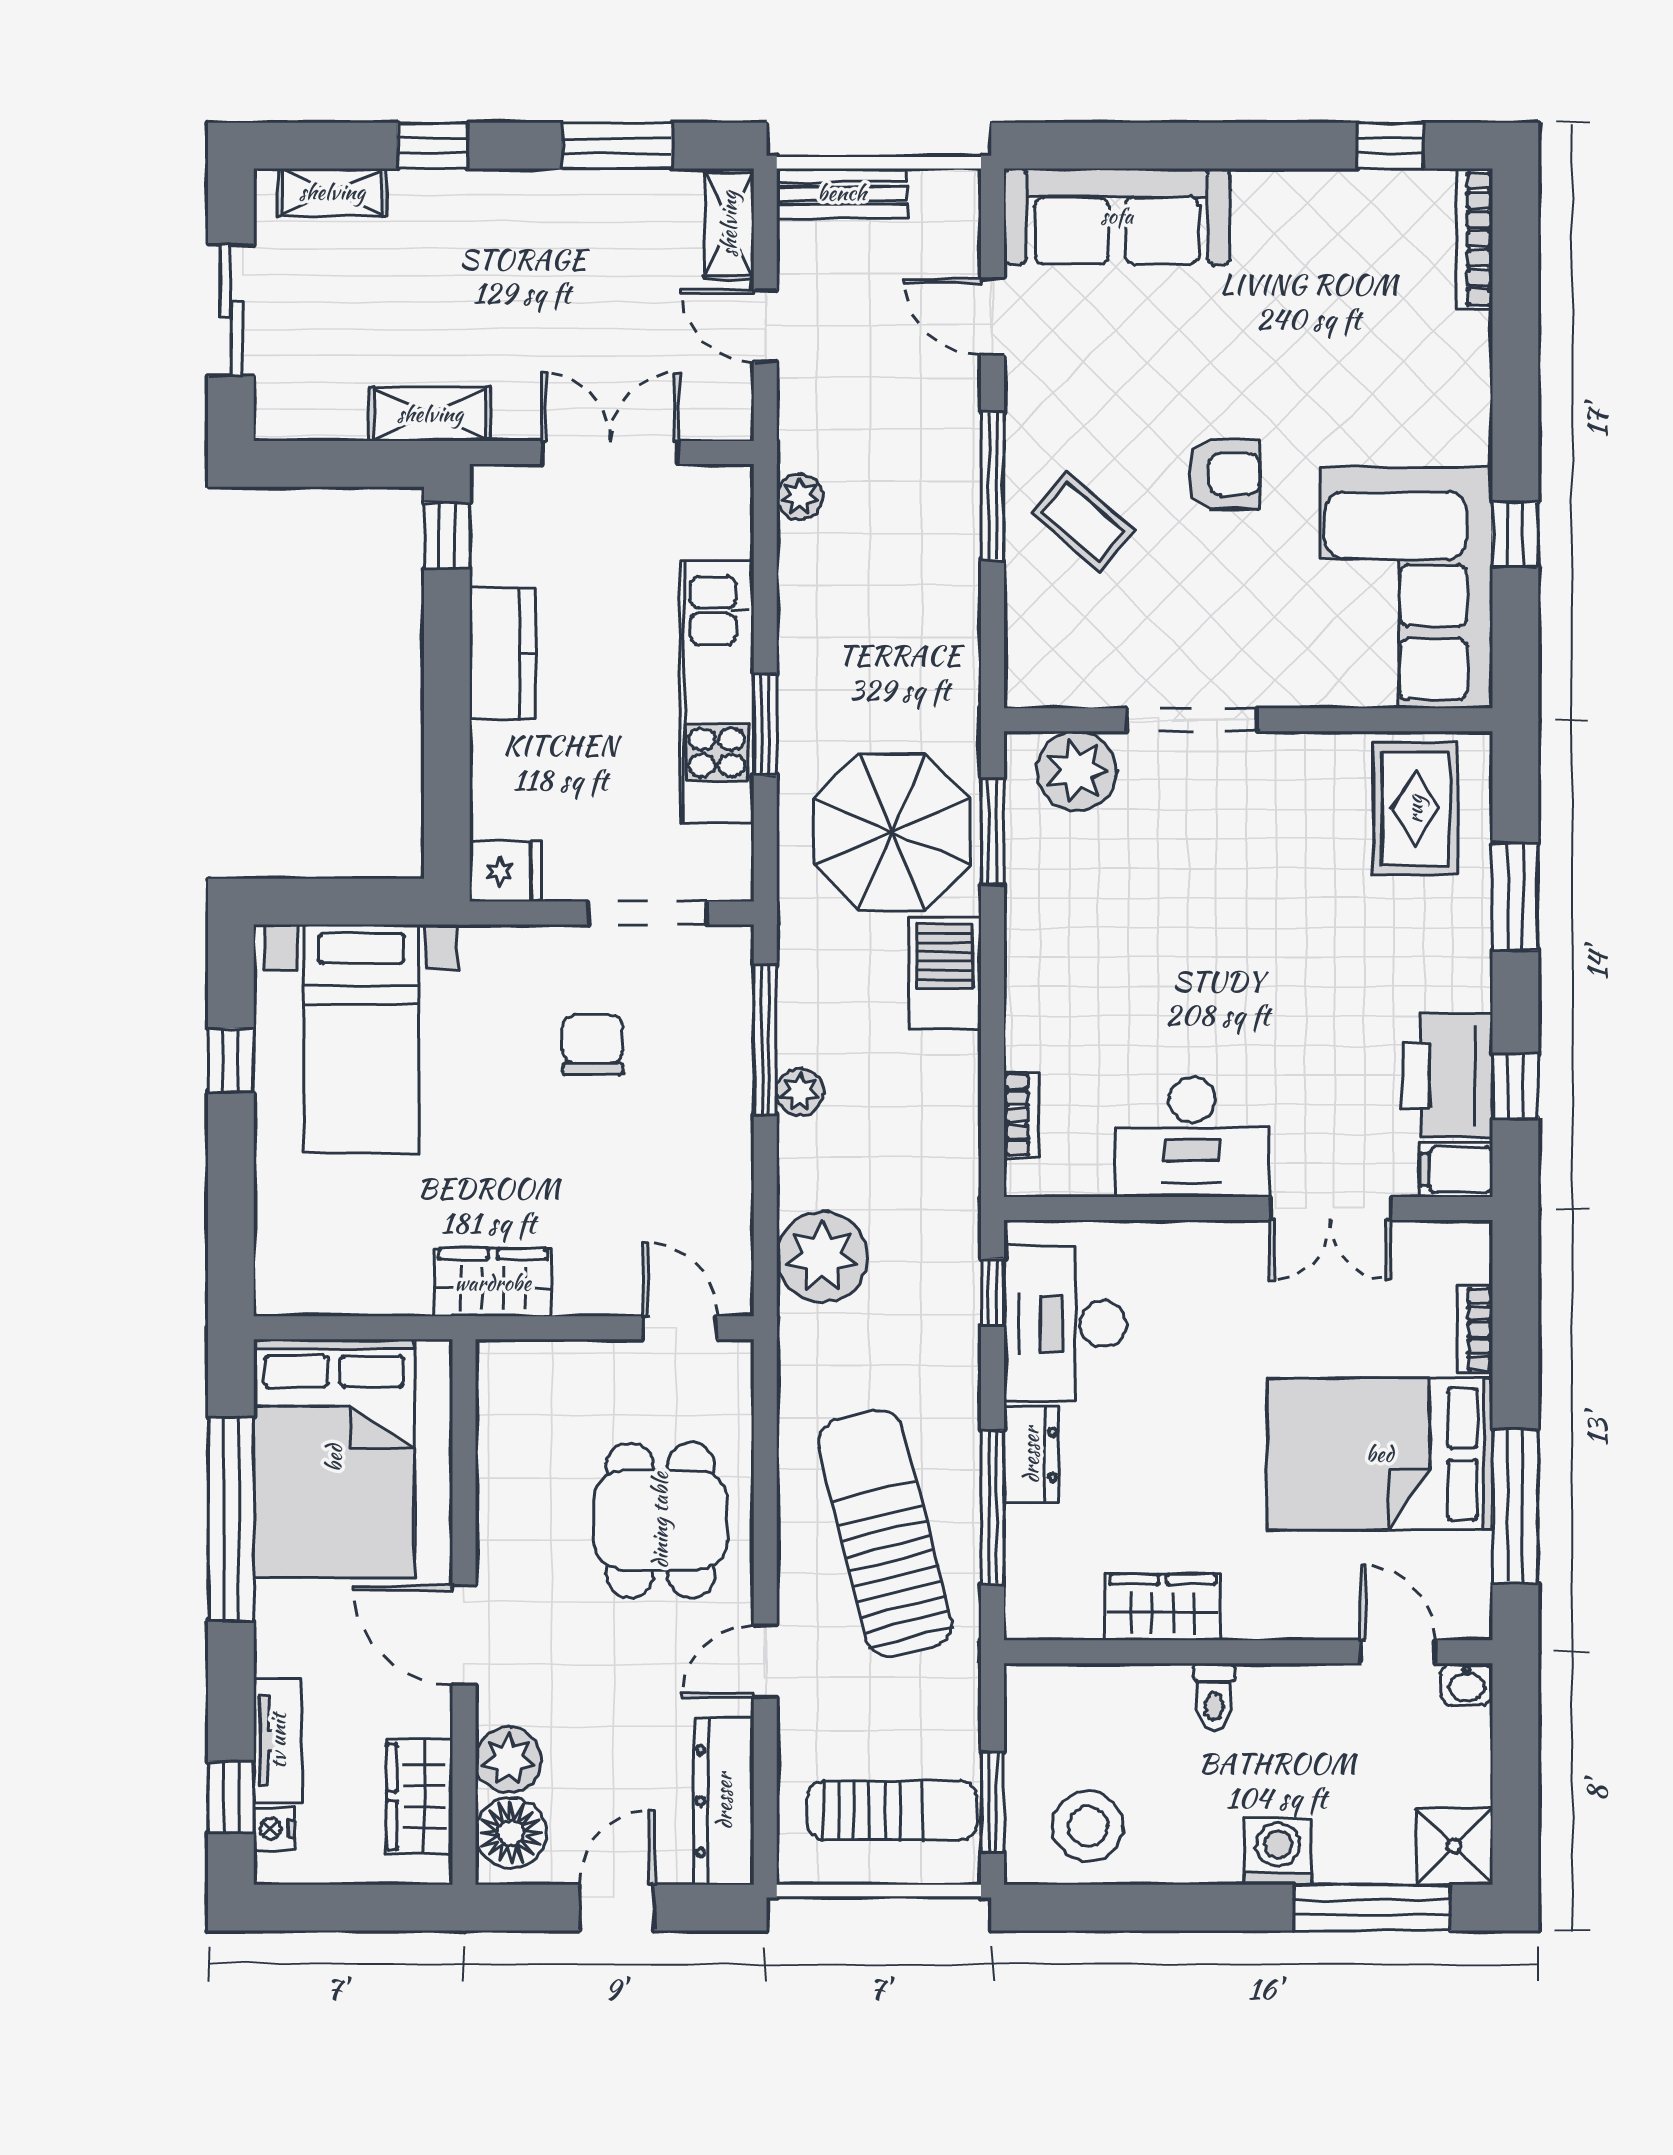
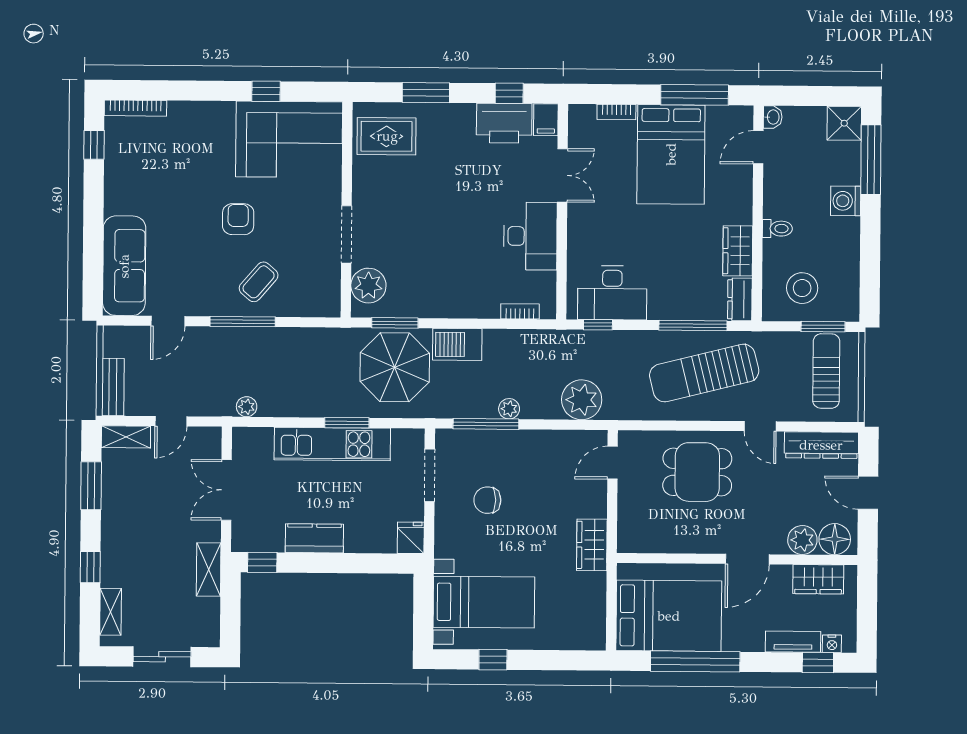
dresser: (1031, 1455) -> (740, 299), moved, turned -90
stool: (1088, 1826) -> (802, 288), moved

